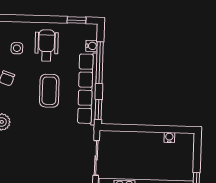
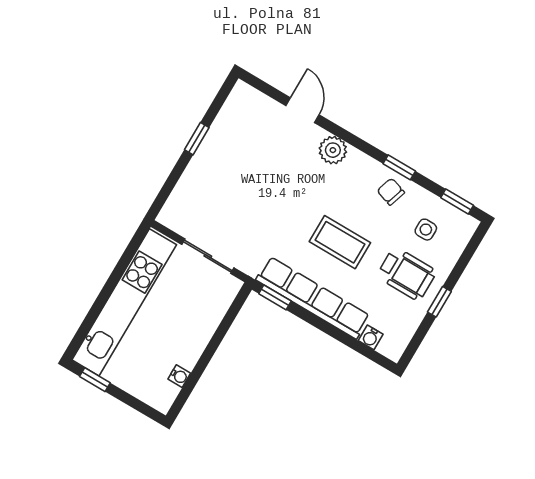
window: (77, 20) -> (439, 302), moved
window: (100, 63) -> (340, 336), removed

